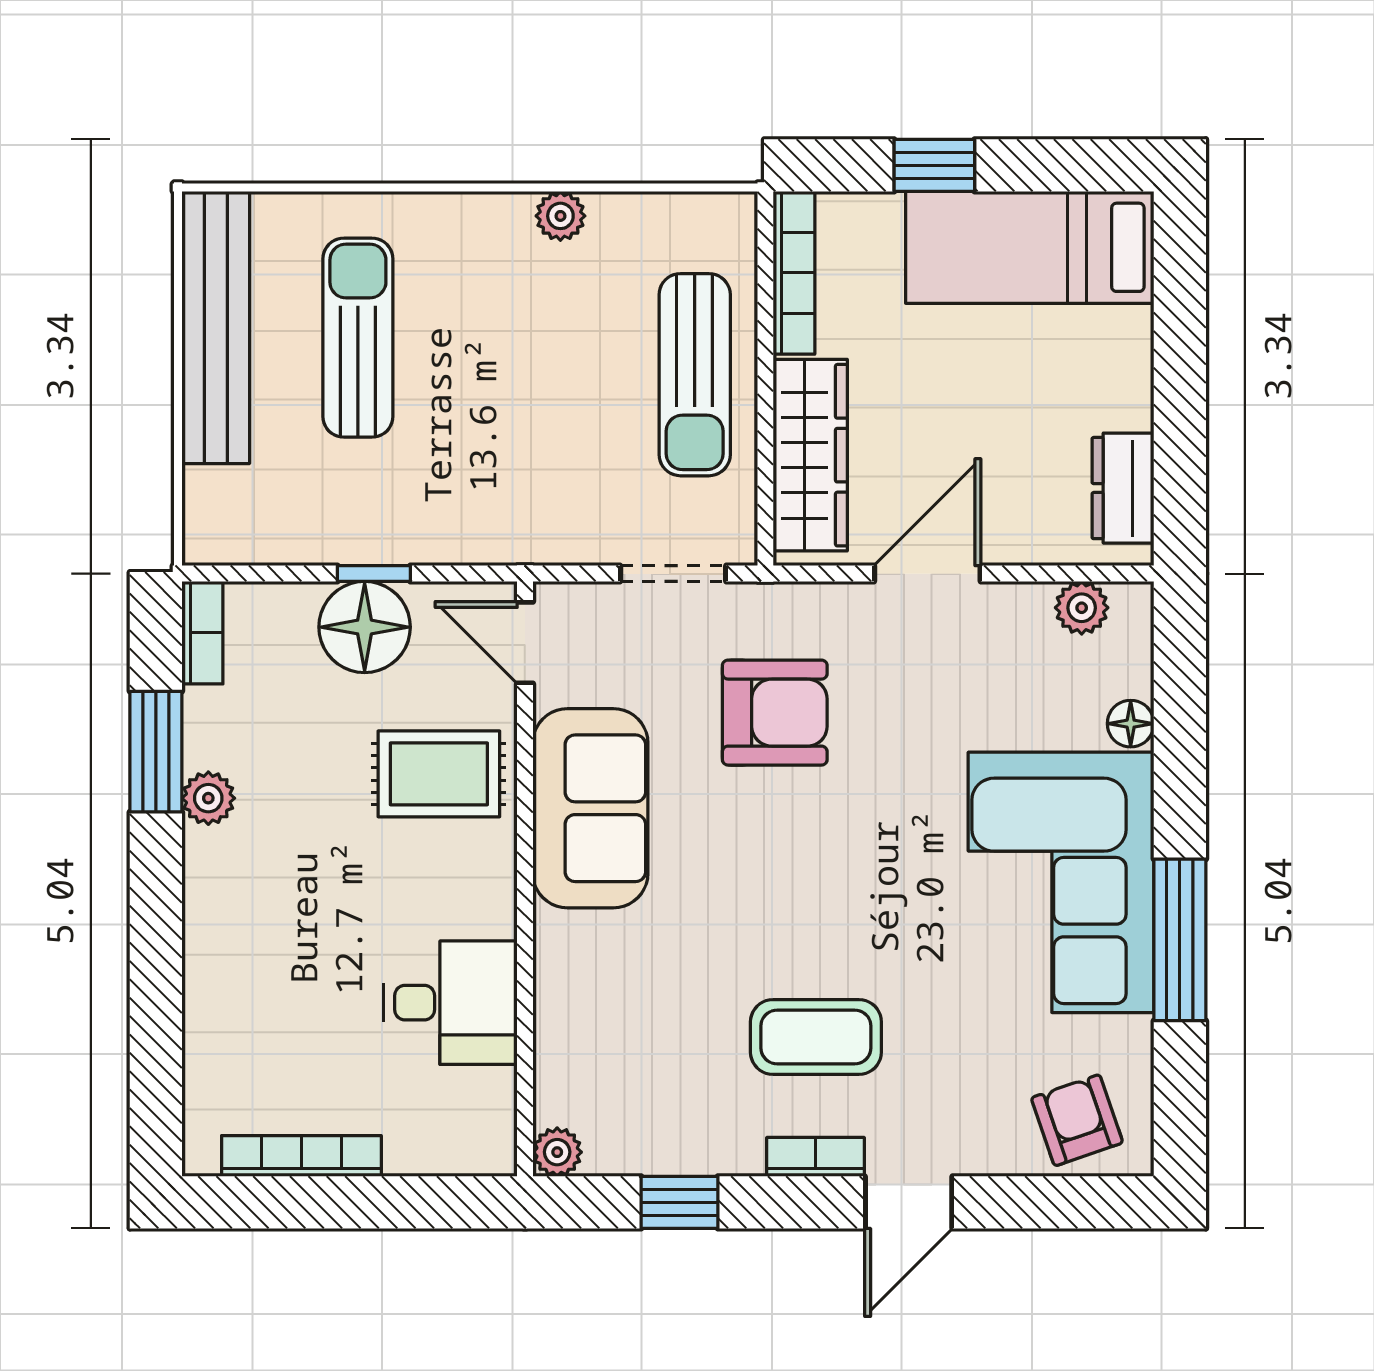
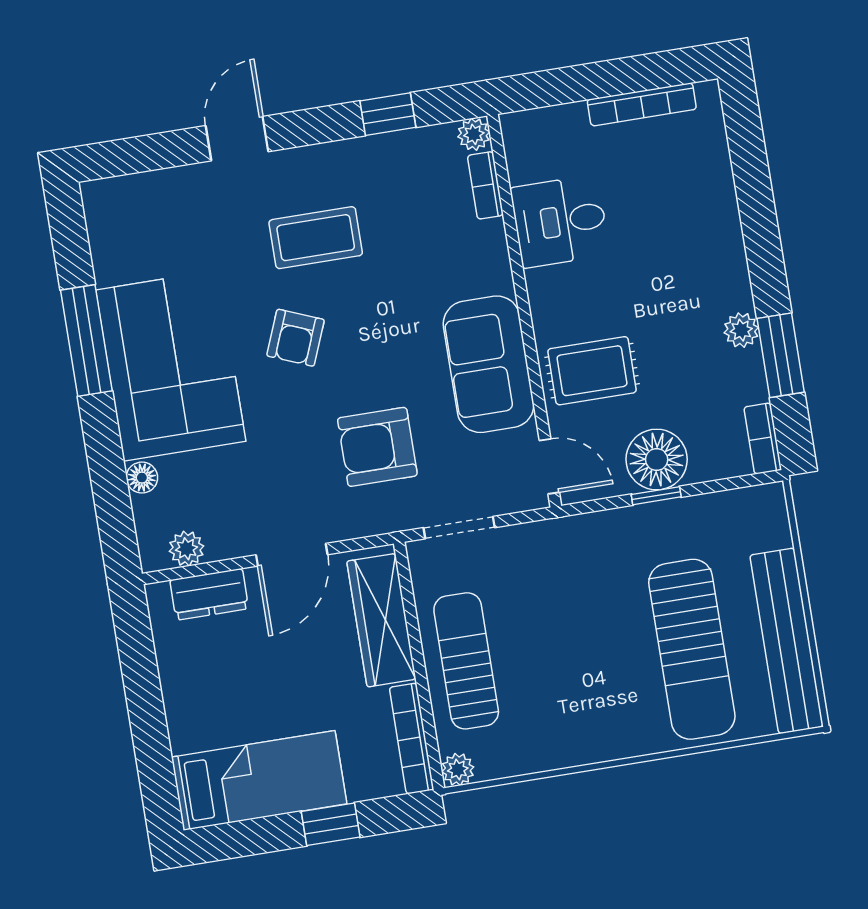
plant: (560, 216) -> (458, 769), moved
sun lounger: (358, 338) -> (692, 649), width x1.36, depth x1.34
dresser: (1123, 488) -> (209, 594), moved, turned 90
armchair: (1077, 1120) -> (296, 338), moved, turned 41
bookcase: (815, 1157) -> (485, 185), moved, turned 90

